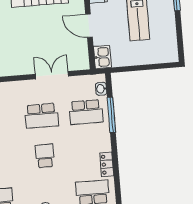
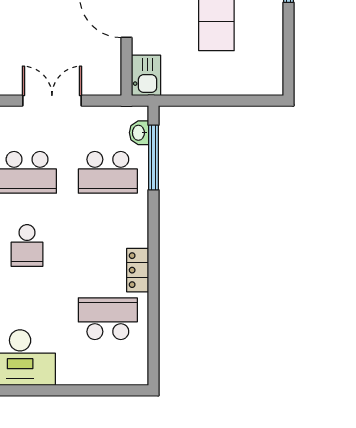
window: (111, 115) -> (153, 158), moved
school desk: (45, 156) -> (27, 245), turned 180

